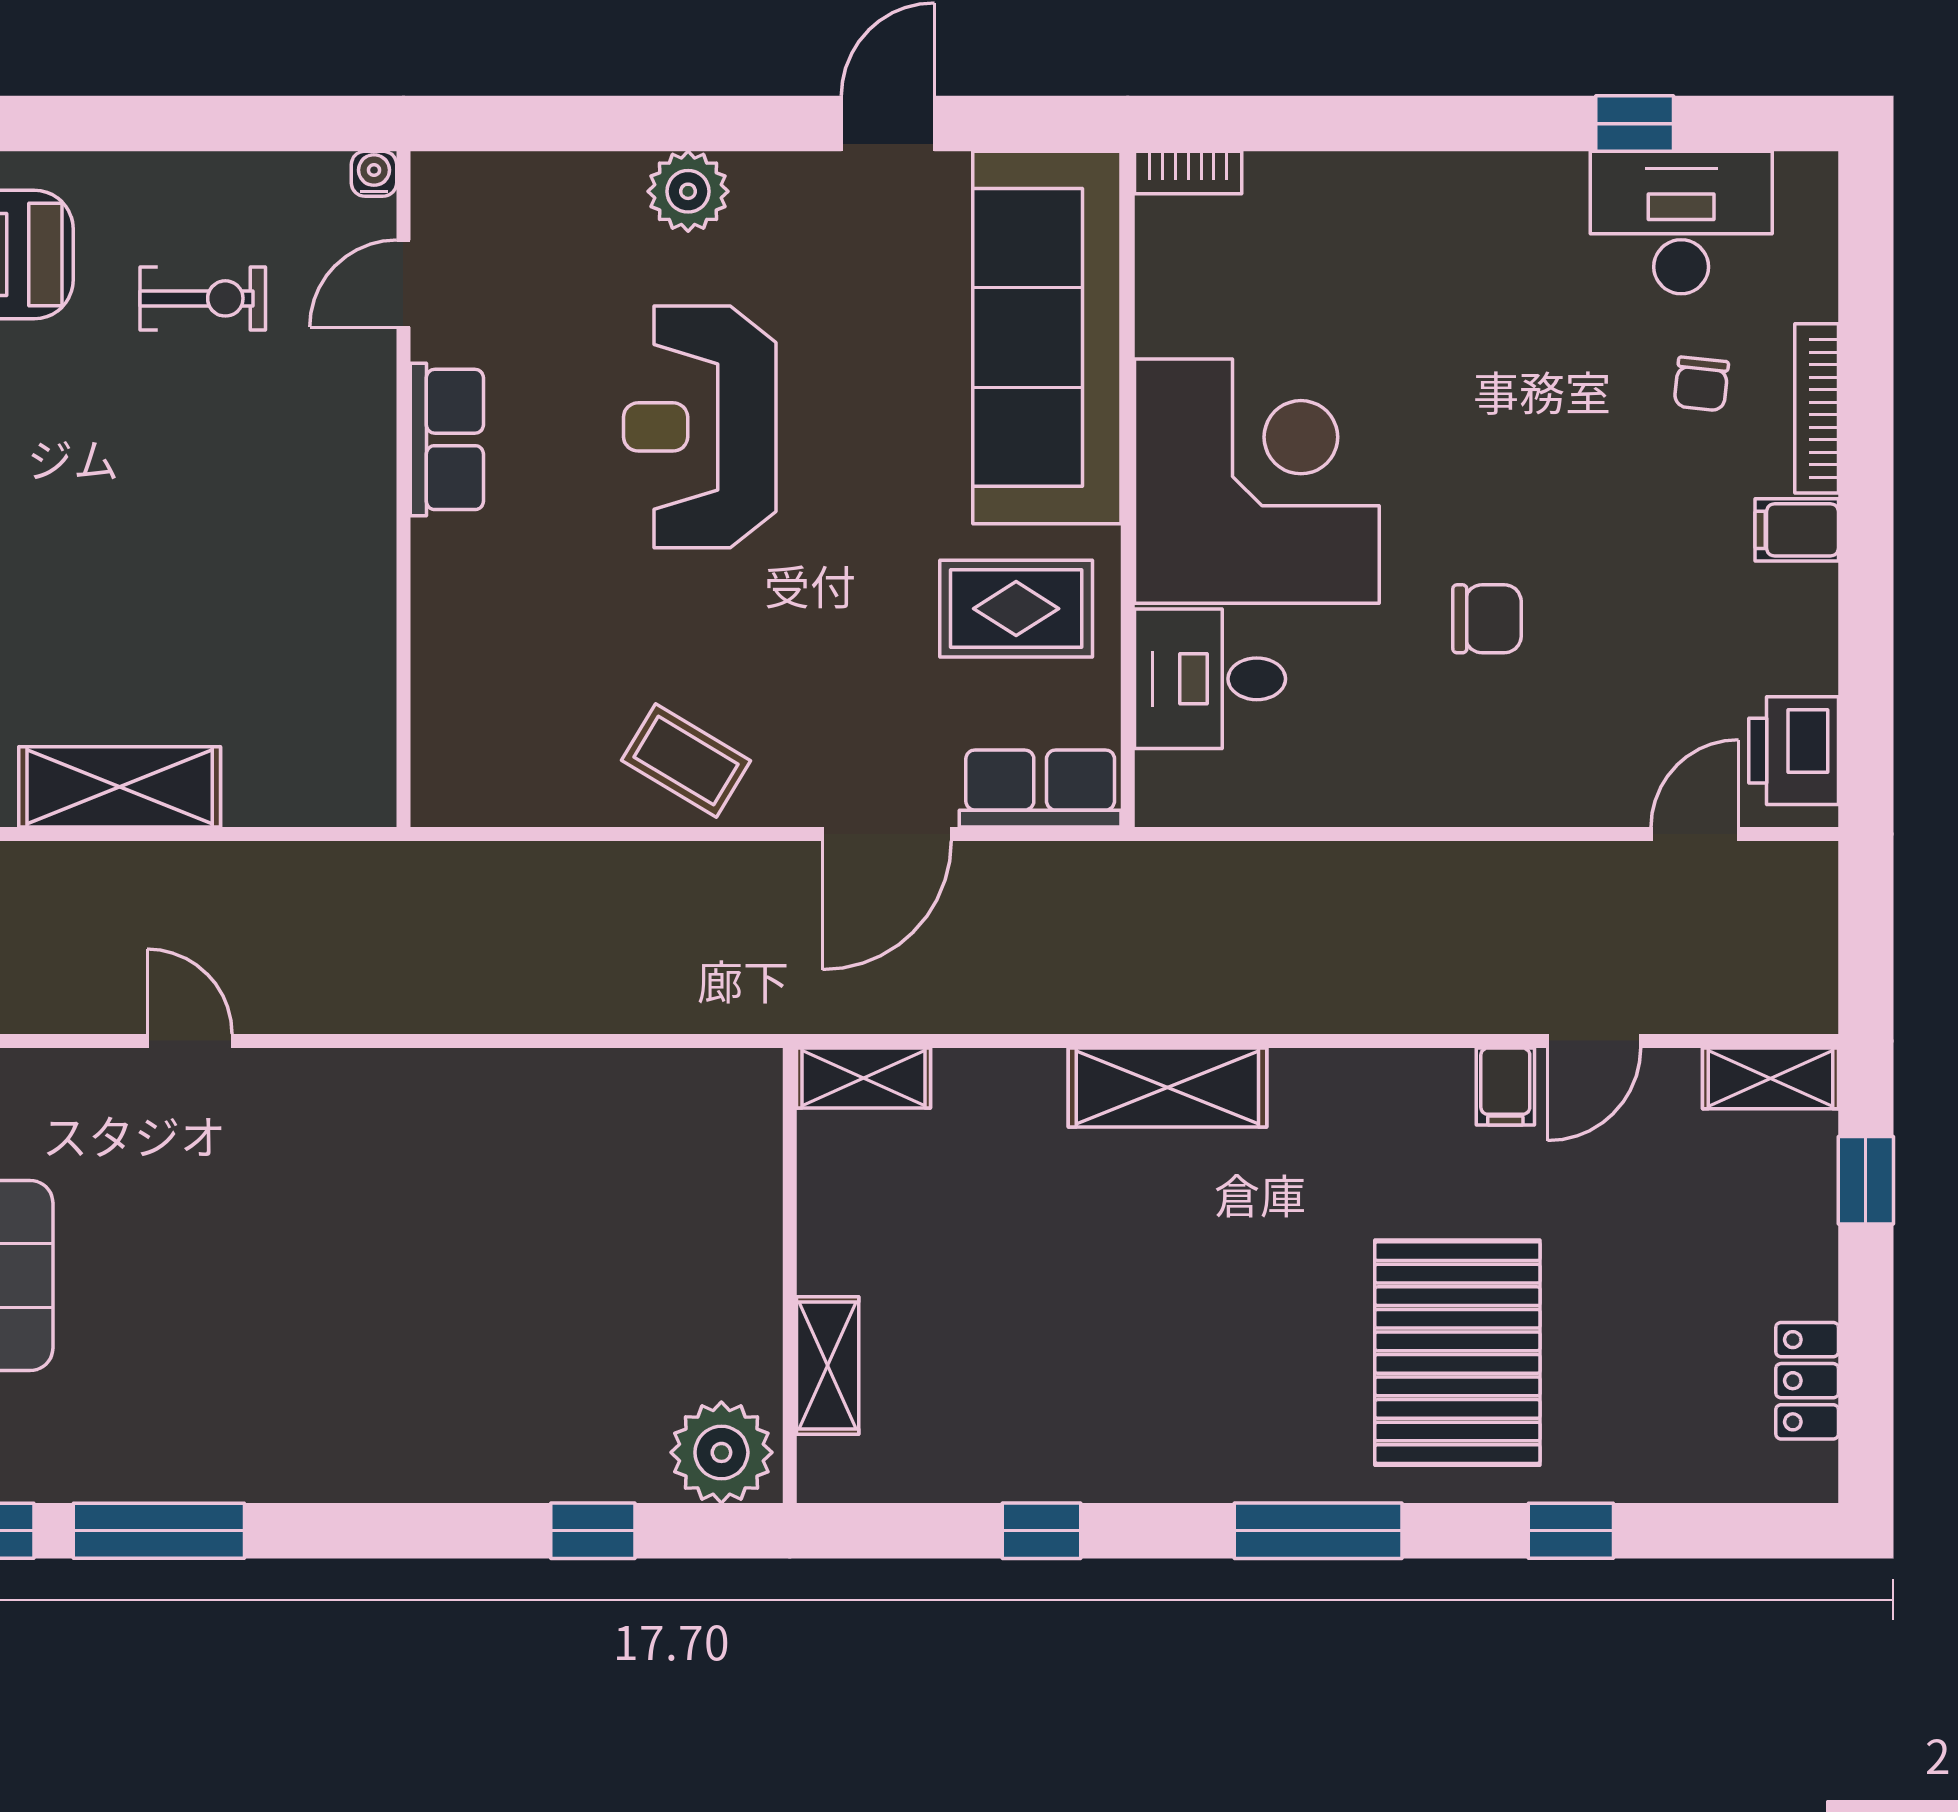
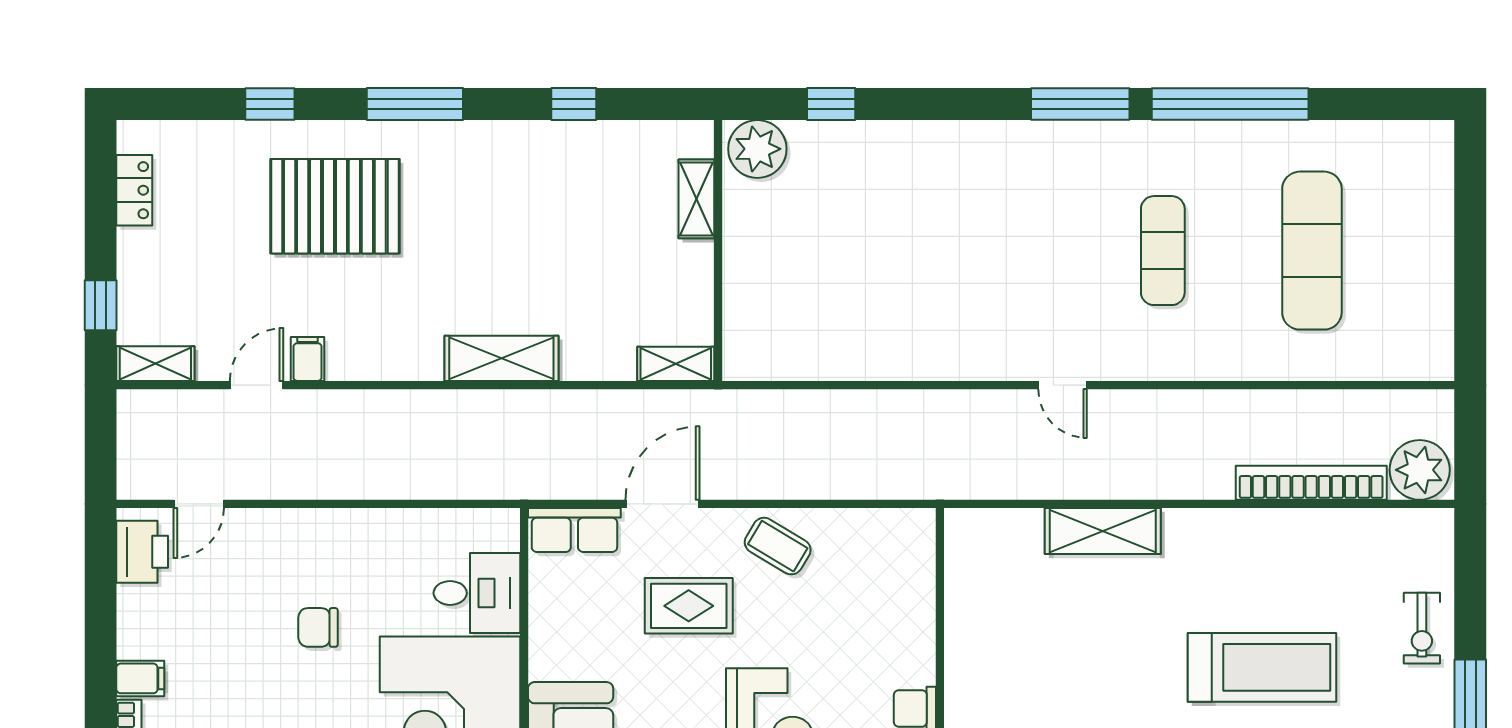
rug: (1016, 609) -> (689, 606), moved
pallet: (1457, 1353) -> (335, 206), turned 90

